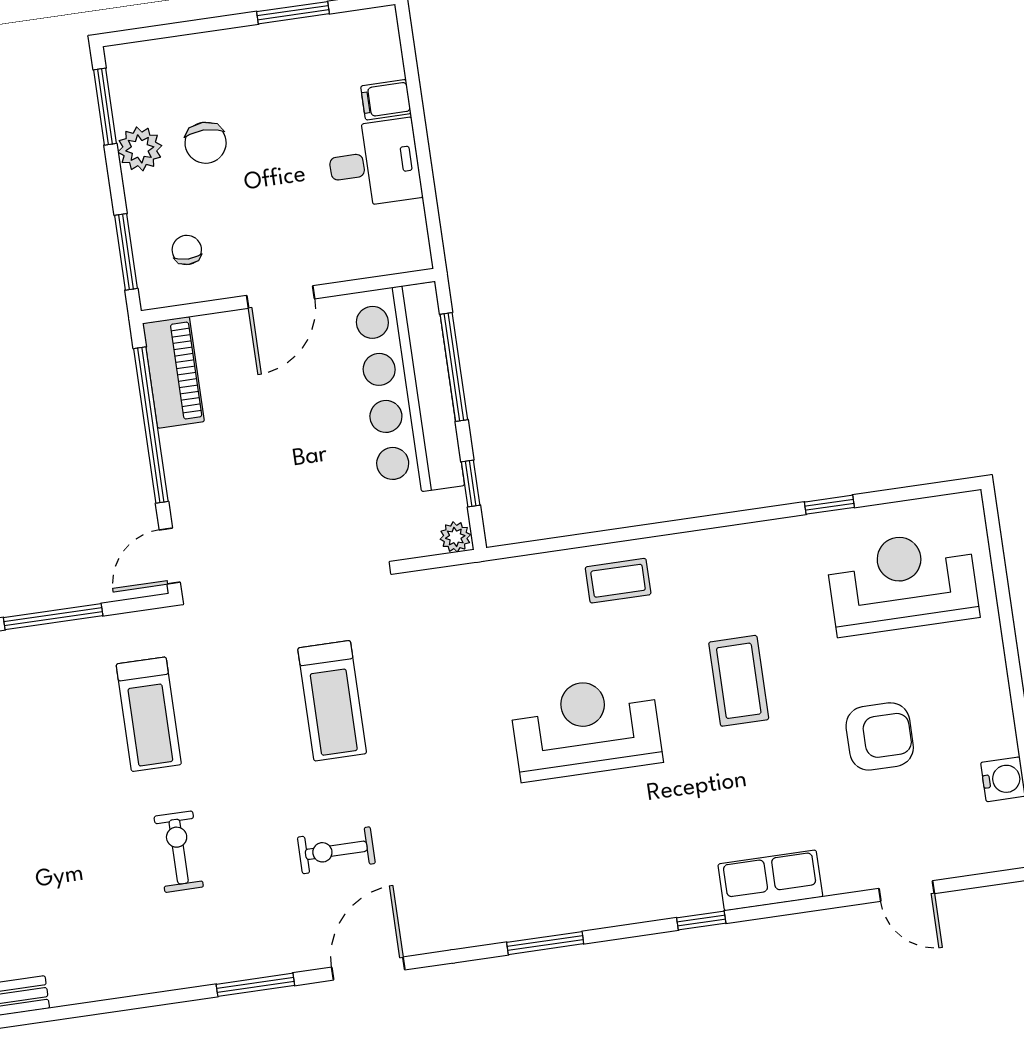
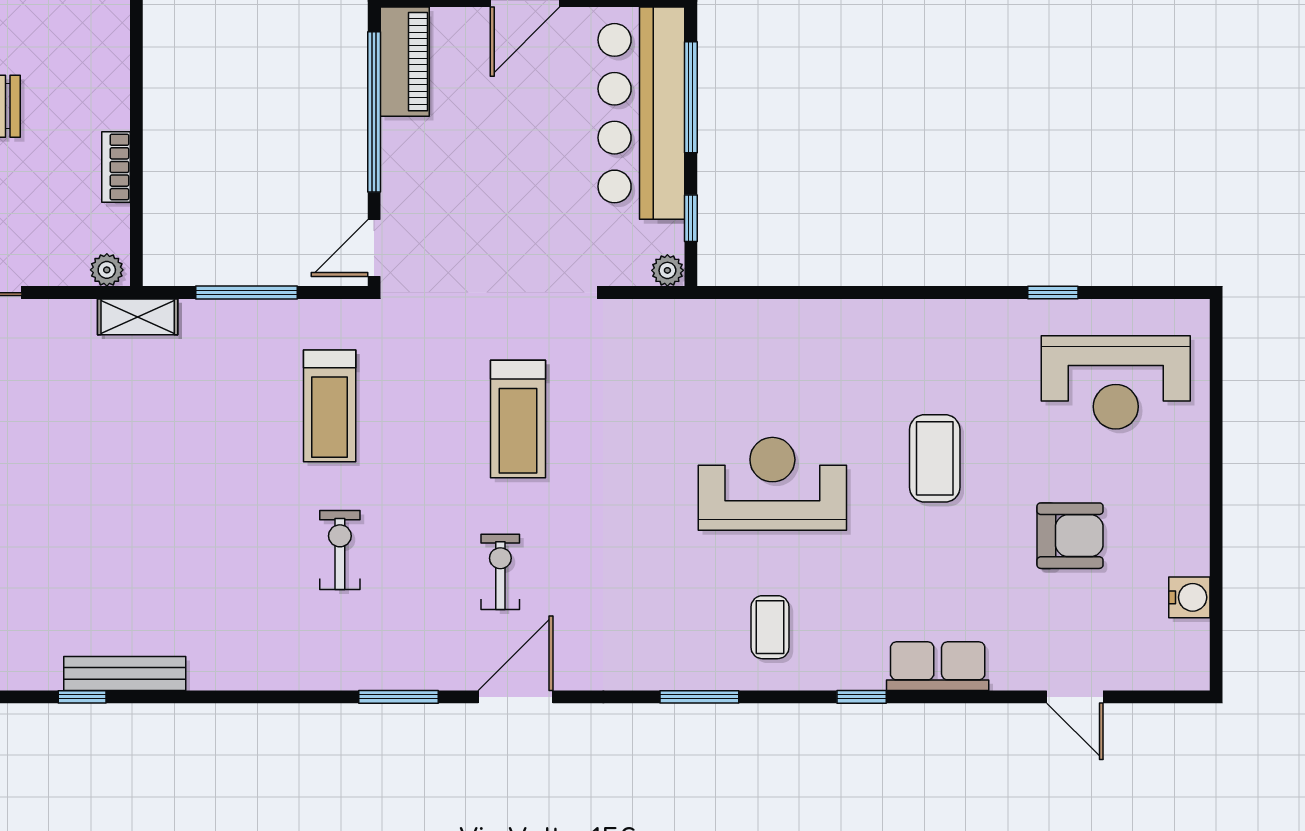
coffee table: (618, 581) -> (770, 627), moved, turned 90
reception desk: (902, 583) -> (1116, 382), turned 180
exercise bike: (336, 850) -> (500, 572), turned 90

